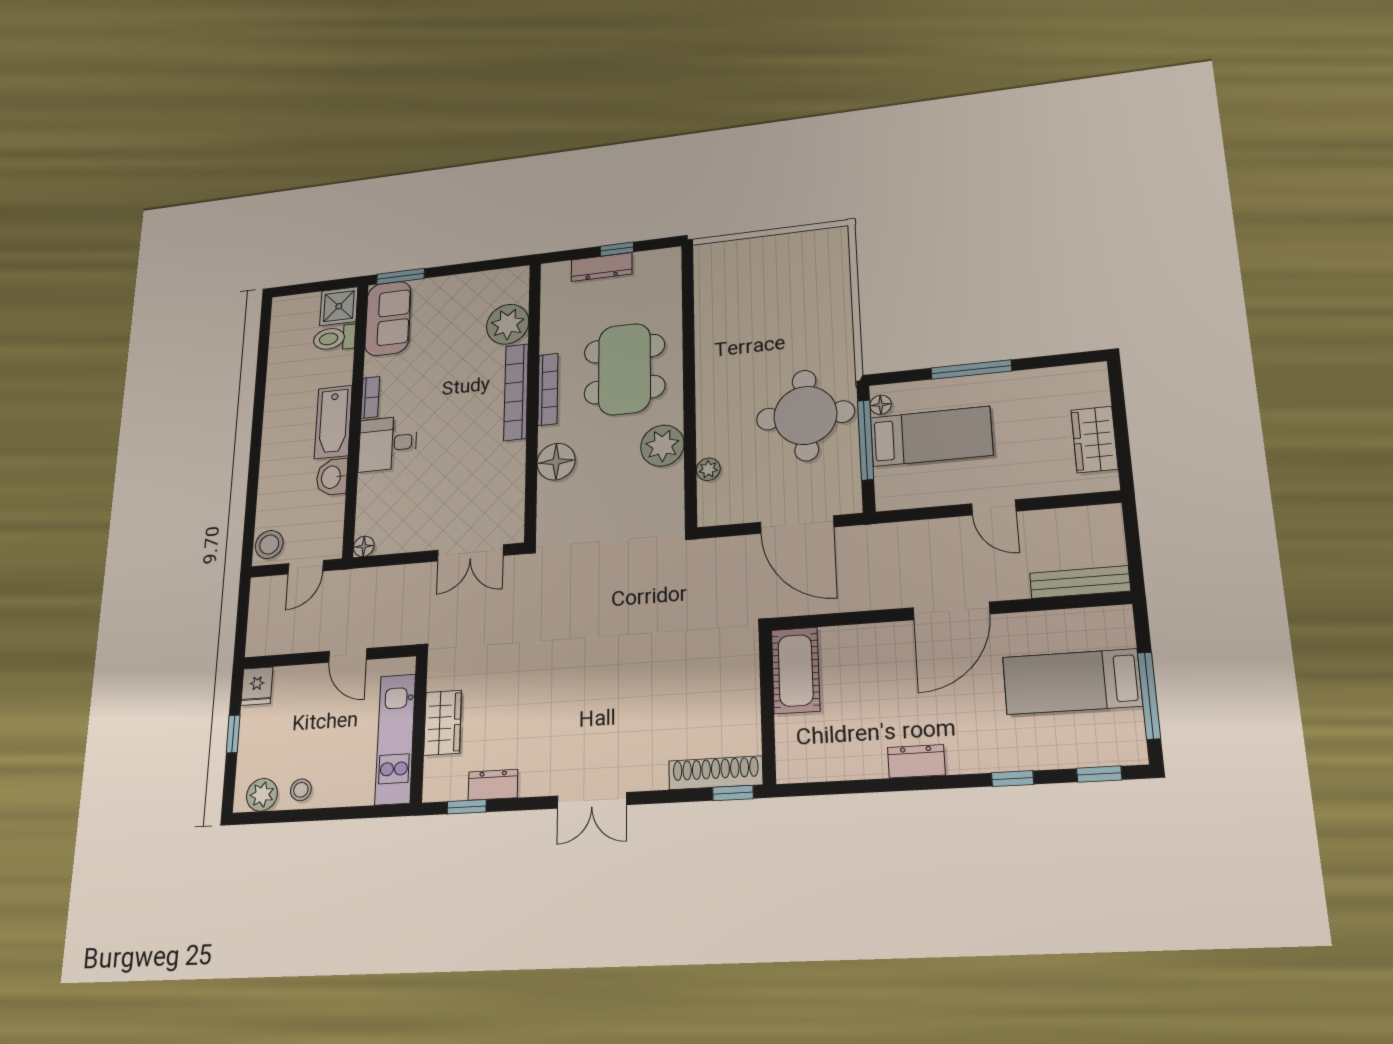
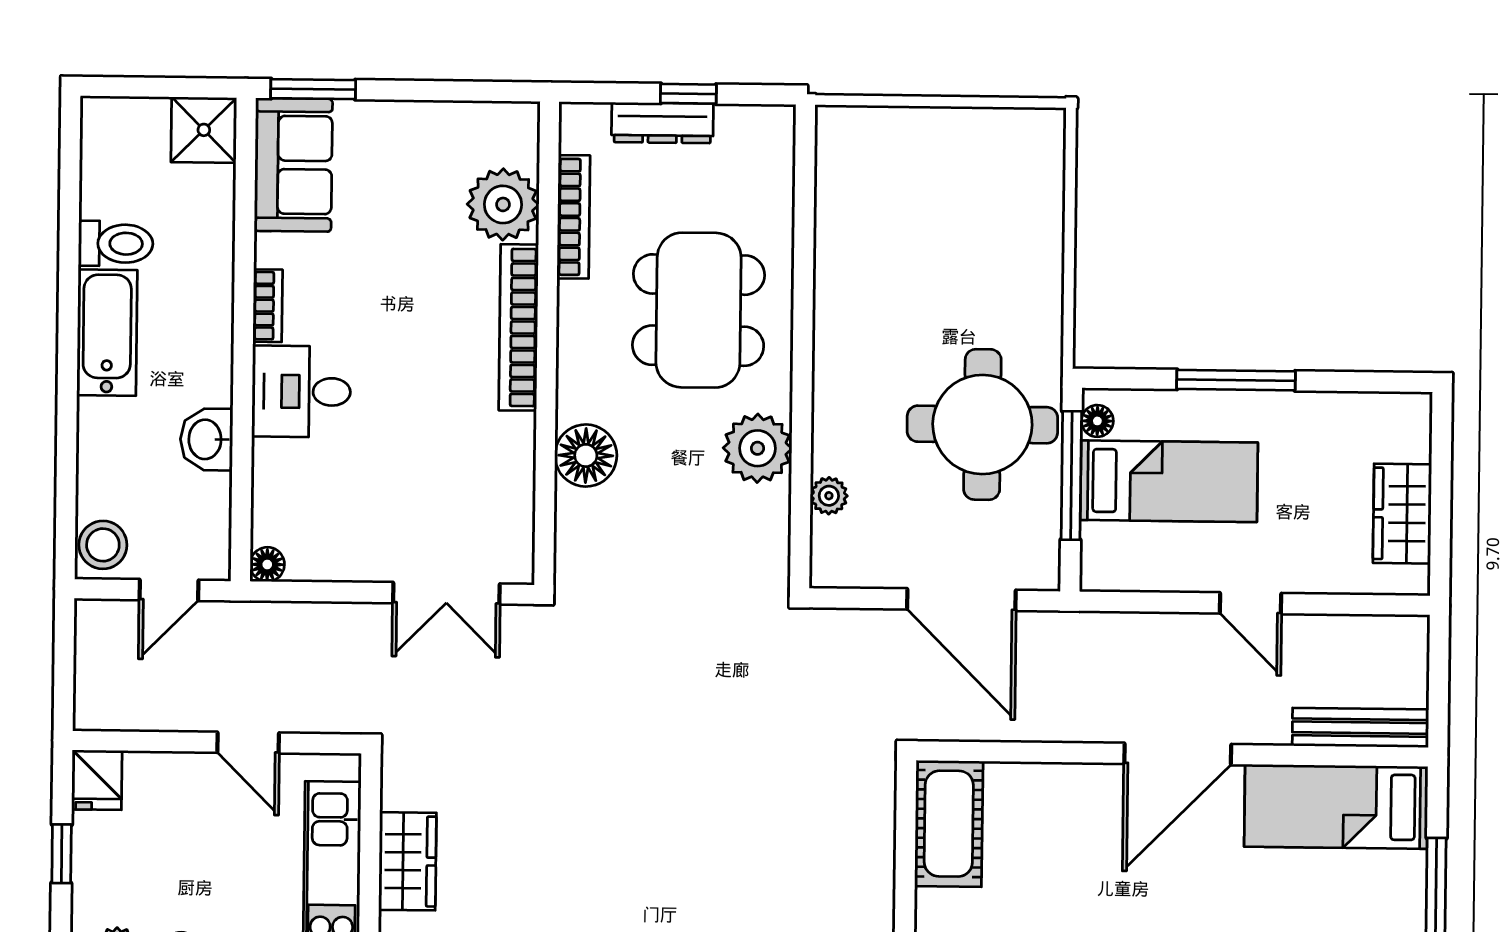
toilet: (334, 338) -> (116, 244), moved, turned 180
bookcase: (548, 389) -> (573, 217), moved
bathtub: (333, 422) -> (107, 333), moved, turned 180
bed: (1072, 682) -> (1336, 807), moved

